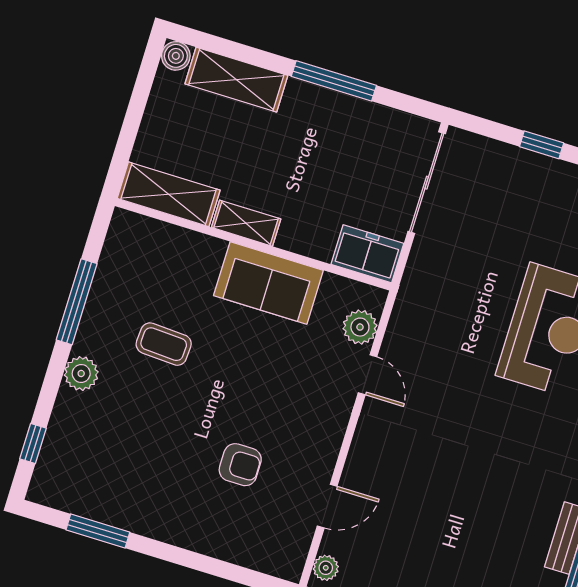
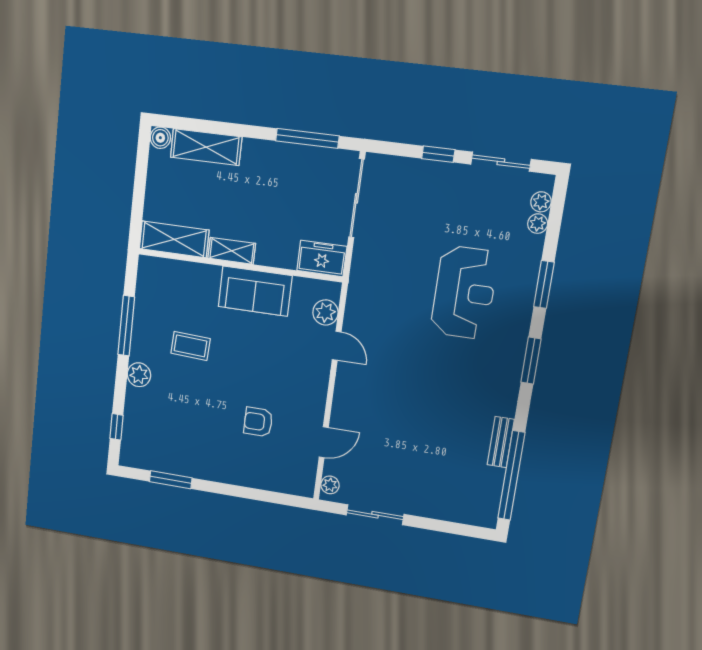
window: (334, 81) -> (307, 138), moved
armchair: (240, 465) -> (258, 422), turned 180

